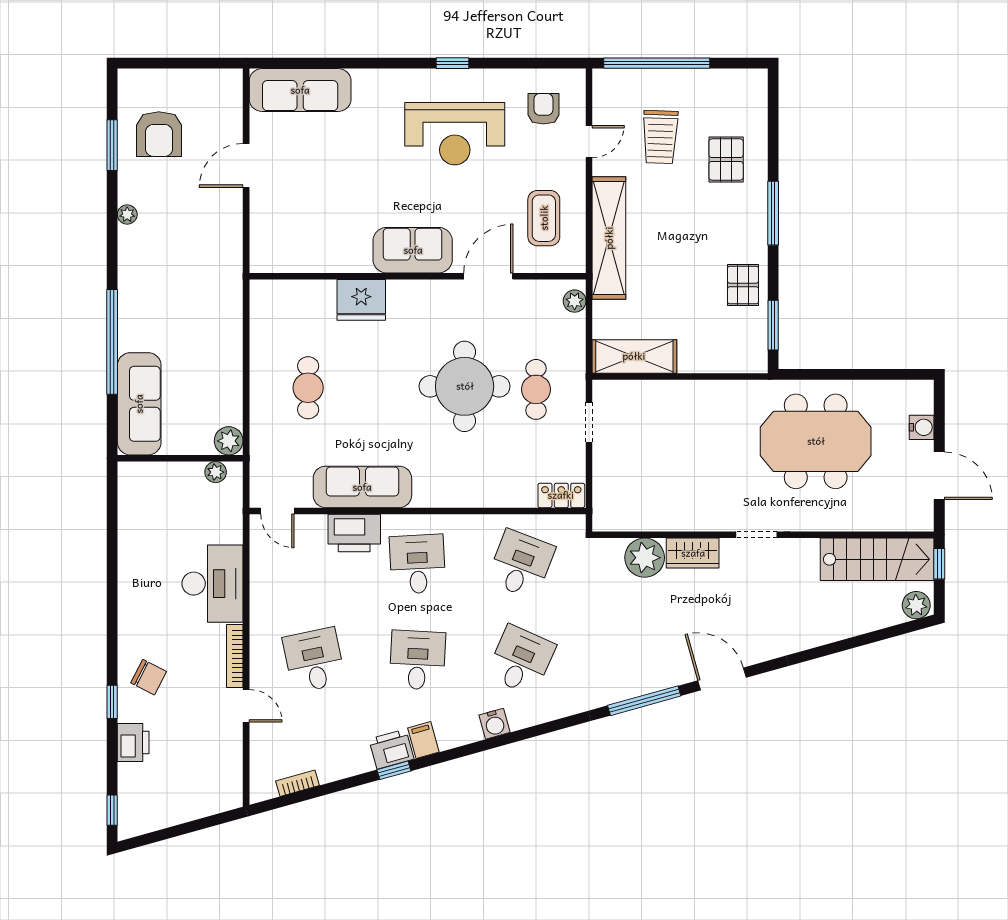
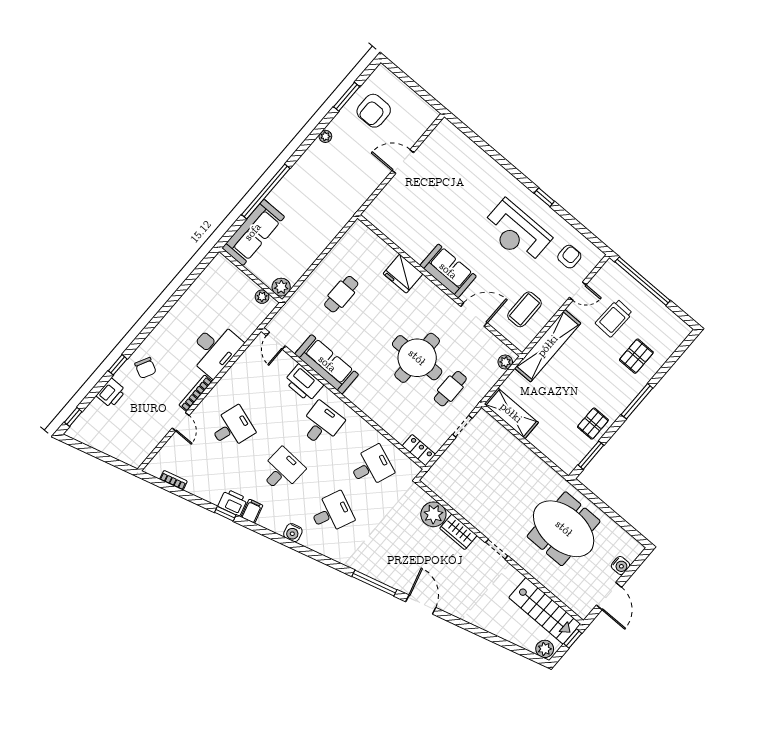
sofa: (300, 90) -> (460, 147), removed
desk: (314, 660) -> (232, 428), turned 30

